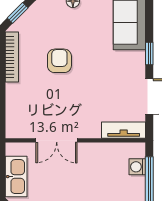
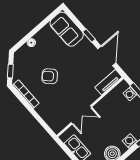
armchair: (59, 61) -> (50, 76), turned -45

